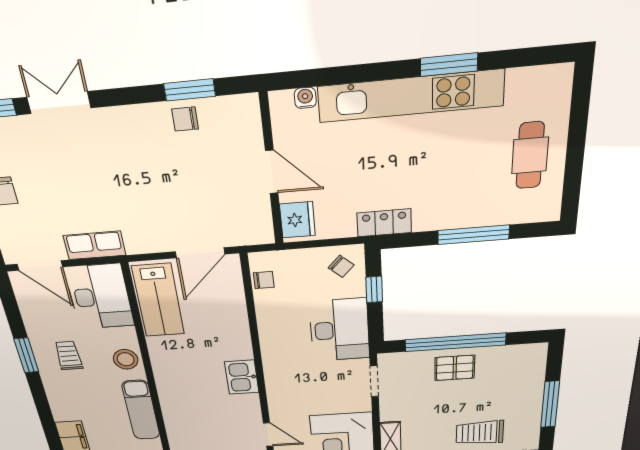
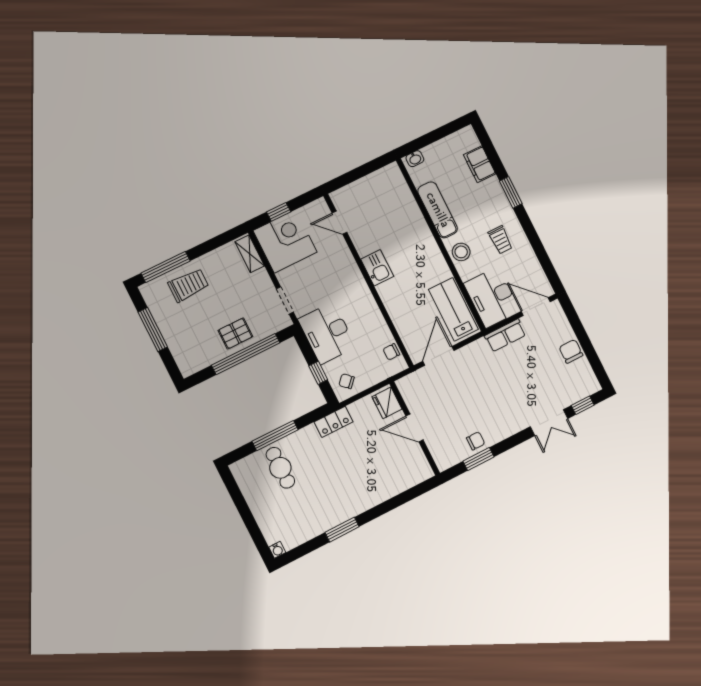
kitchen unit: (410, 96) -> (355, 504), removed
water cooler: (305, 98) -> (277, 550), moved
cafe table: (530, 155) -> (280, 468), moved
window: (26, 355) -> (511, 192), moved

